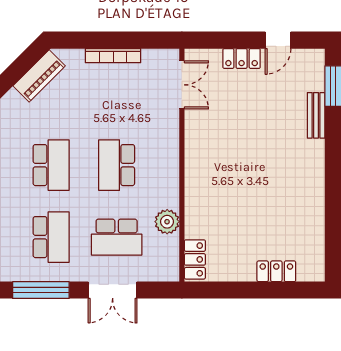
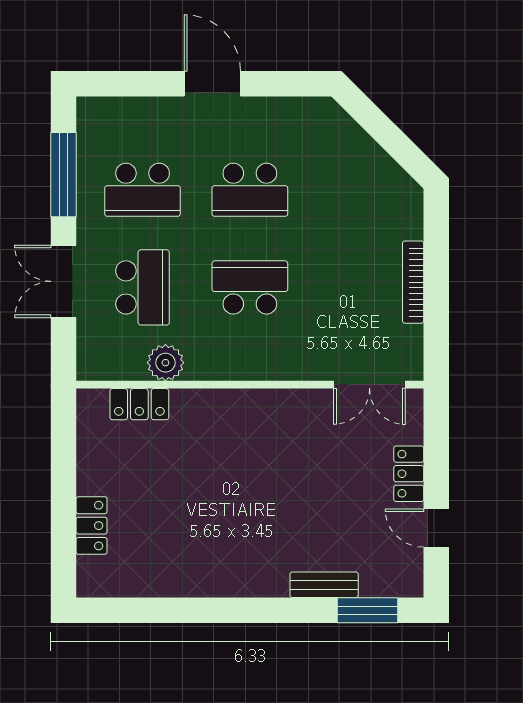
piano: (39, 76) -> (383, 172), removed
school desk: (117, 237) -> (143, 287), turned 180
locker: (195, 259) -> (139, 404), moved

